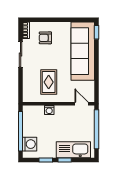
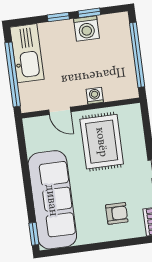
rug: (49, 82) -> (102, 142), width x1.36, depth x1.43
door: (82, 104) -> (60, 111), moved
washing machine: (30, 144) -> (86, 28), moved, turned -90
kitchen sink: (73, 150) -> (27, 53), moved, turned -90

